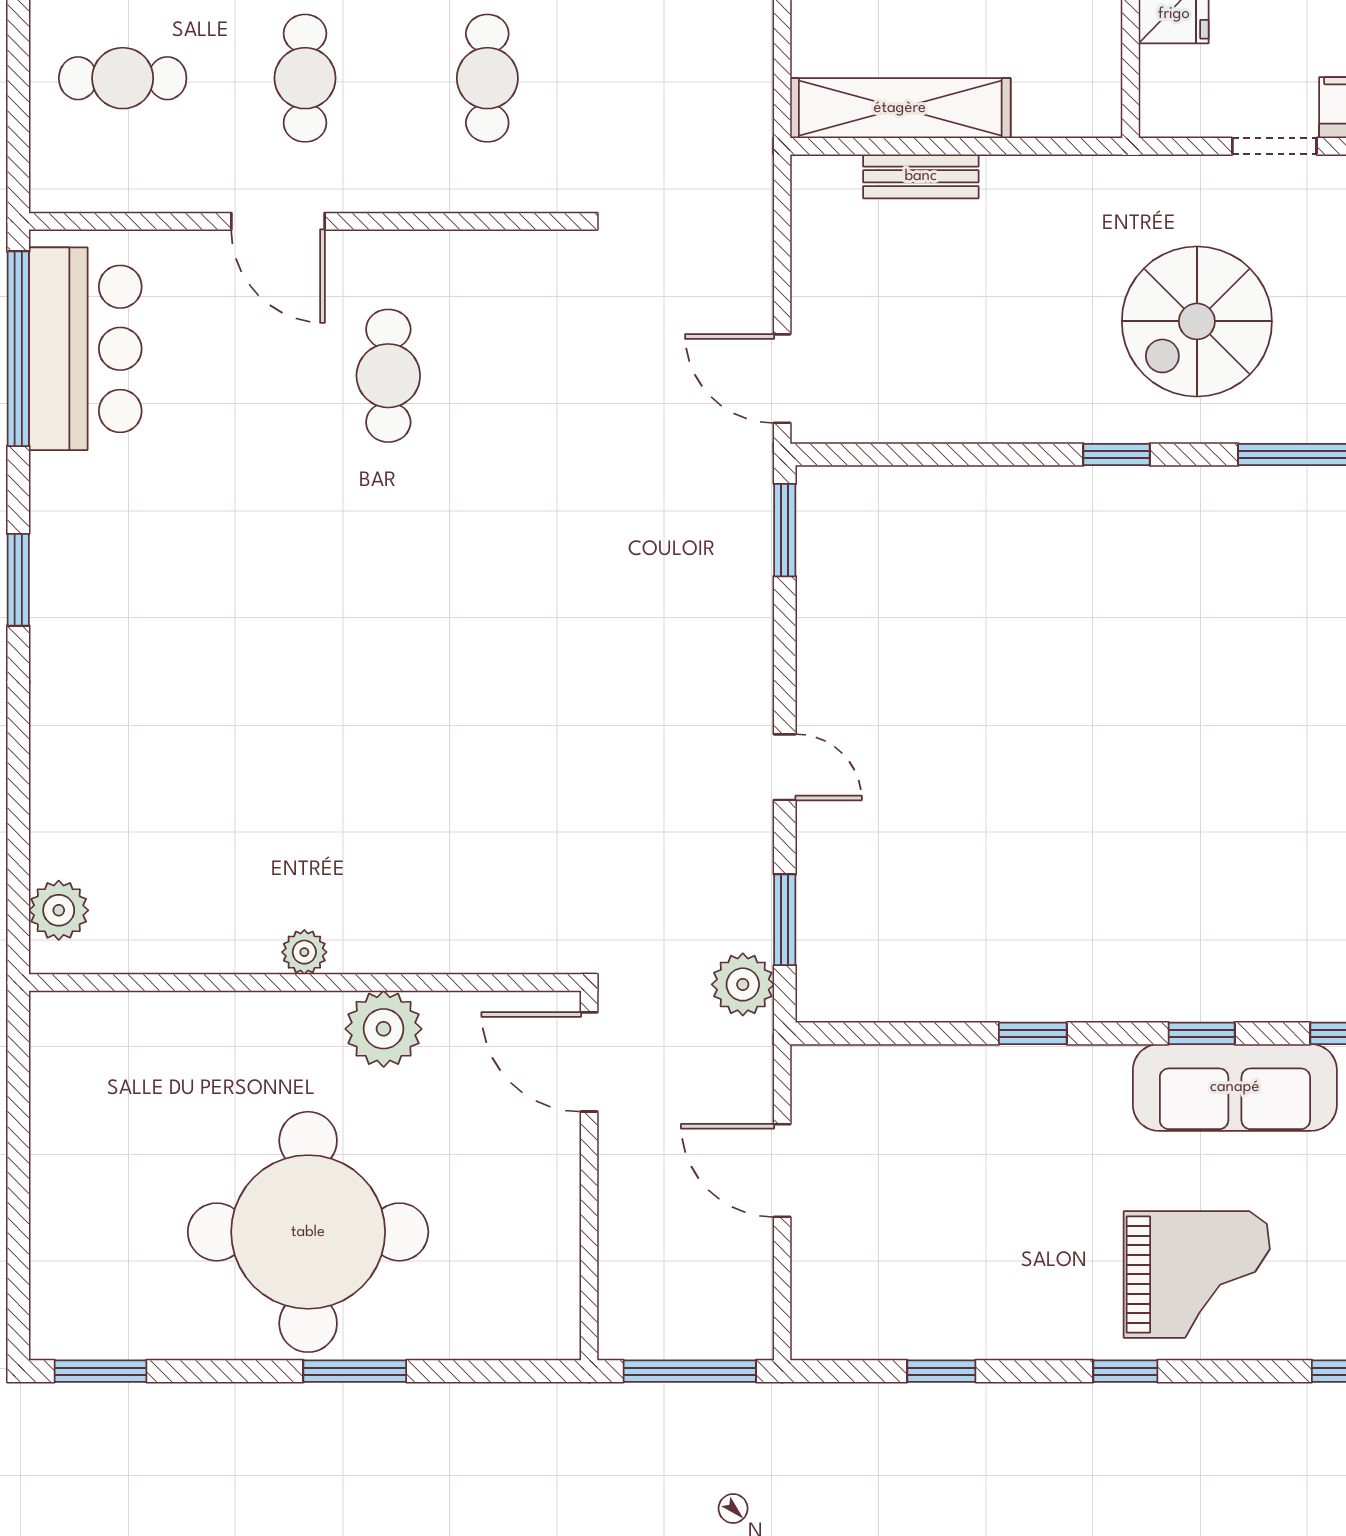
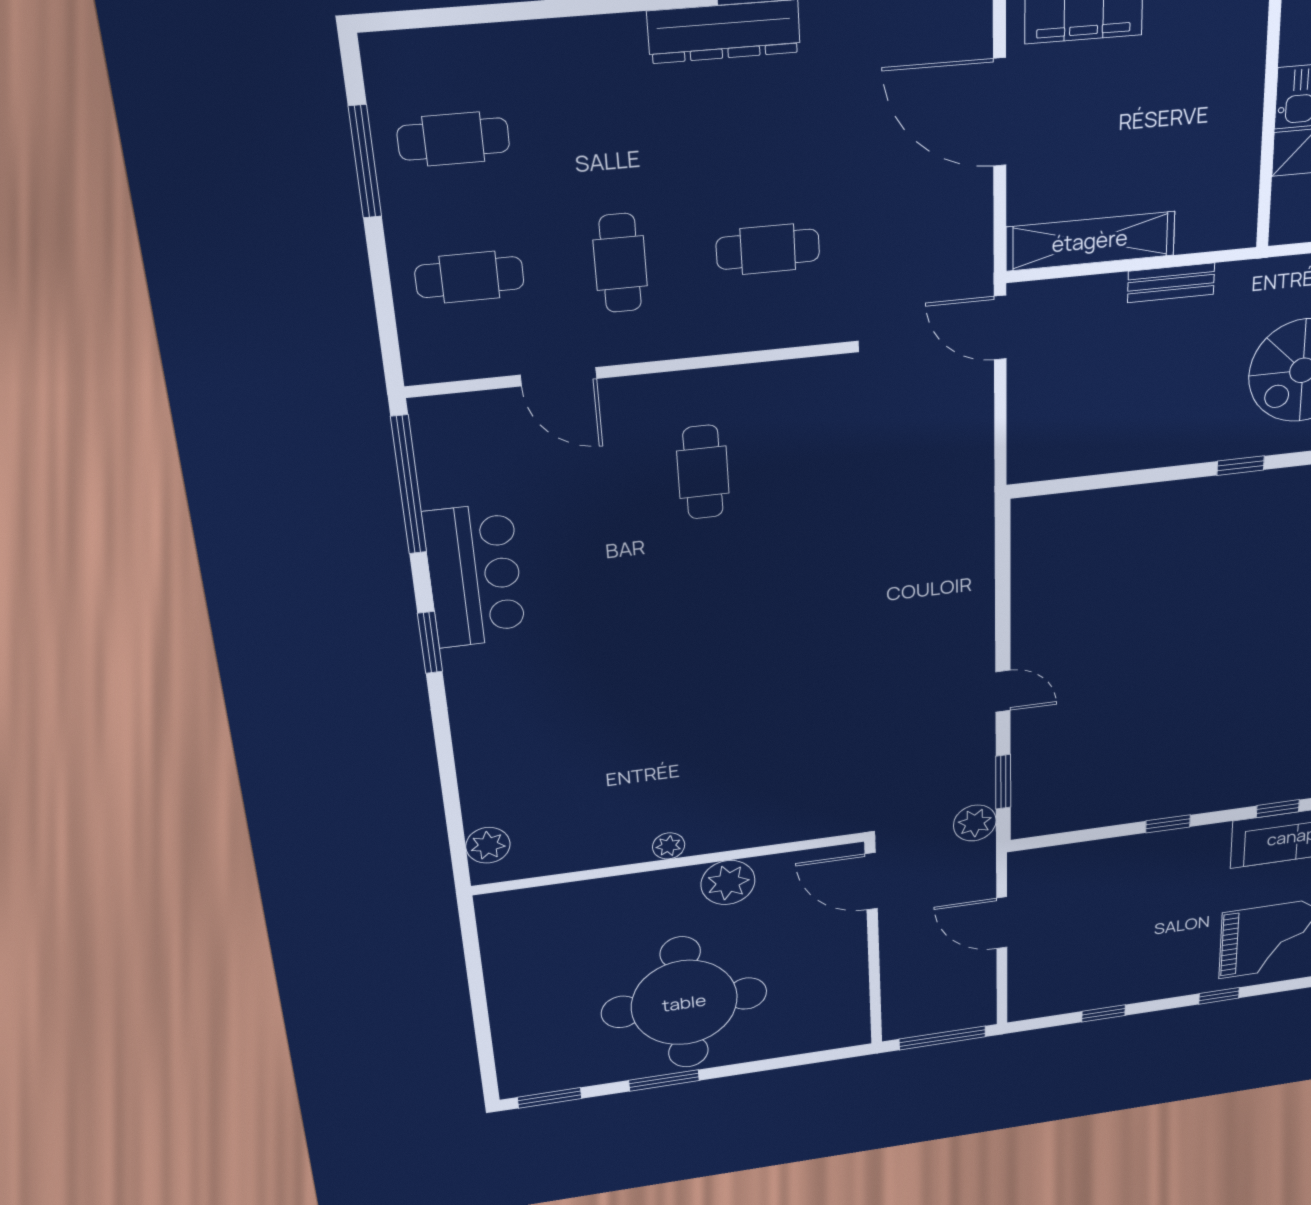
cafe table: (487, 78) -> (768, 249), turned 90
bench: (921, 176) -> (1171, 283), moved
door: (278, 221) -> (559, 377), moved
bar counter: (85, 349) -> (475, 576), moved
door: (782, 379) -> (1000, 328), moved
window: (785, 530) -> (1003, 542), removed
window: (355, 1371) -> (664, 1080), moved

